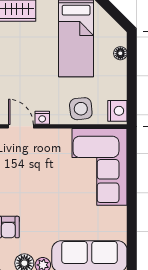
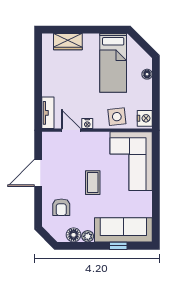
coffee table: (49, 195) -> (93, 183), added

